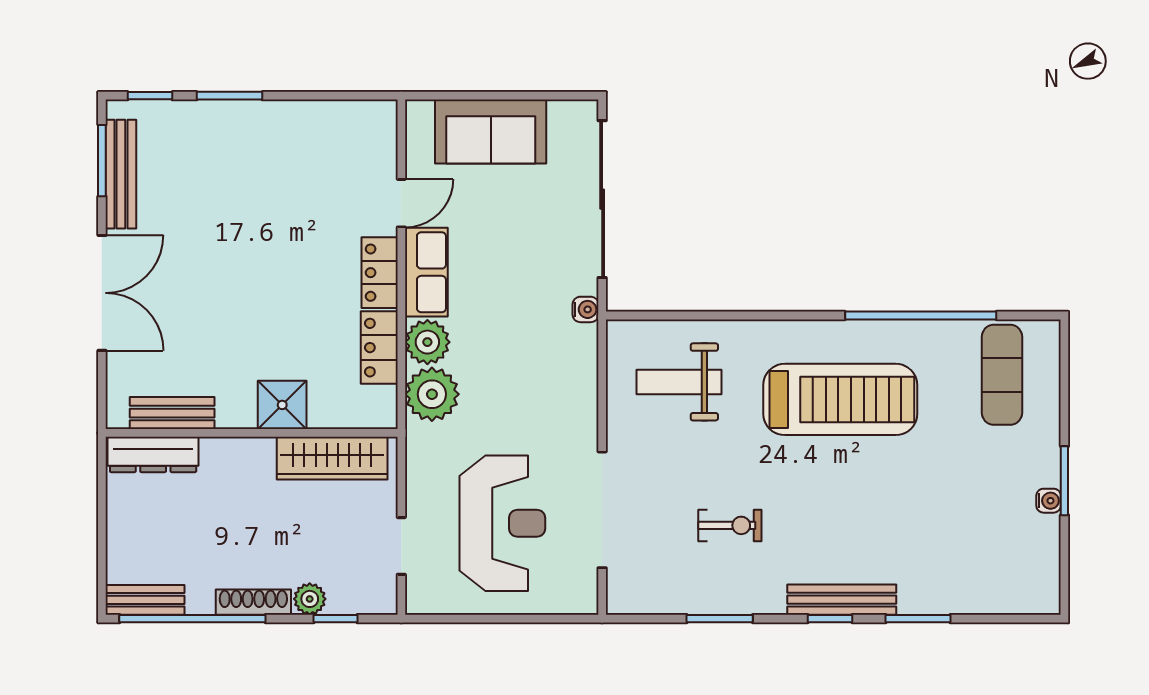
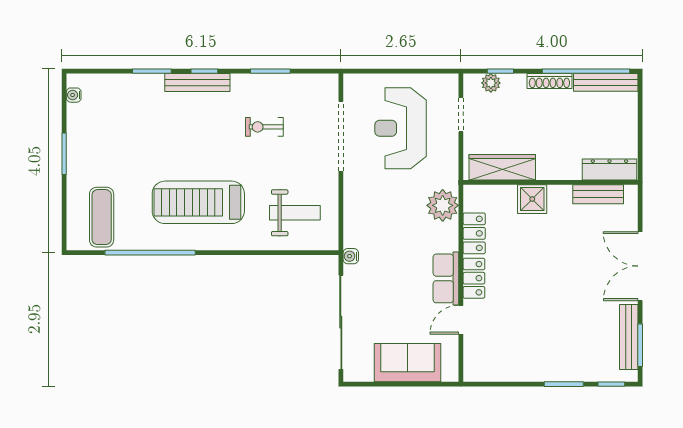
plant: (427, 342) -> (445, 237), removed
water cooler: (1049, 501) -> (74, 95), moved
plant: (310, 599) -> (491, 83), moved
bench: (145, 600) -> (606, 82), width x1.36

